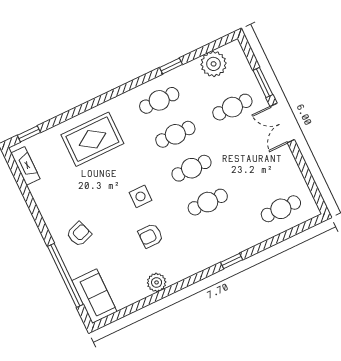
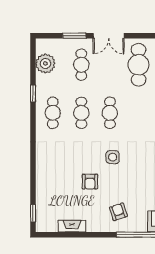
rug: (92, 139) -> (57, 171), removed
fireplace: (25, 166) -> (72, 226), moved
cafe table: (208, 202) -> (138, 65), moved, width x1.37, depth x1.35
armchair: (151, 236) -> (90, 182), moved

